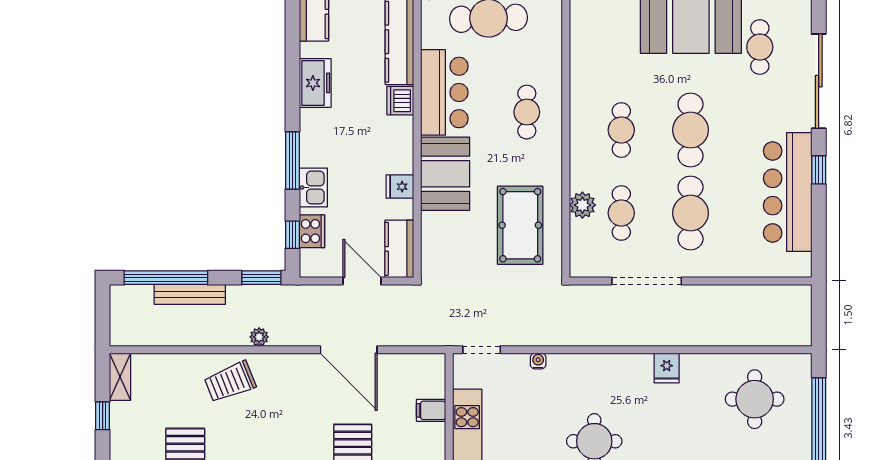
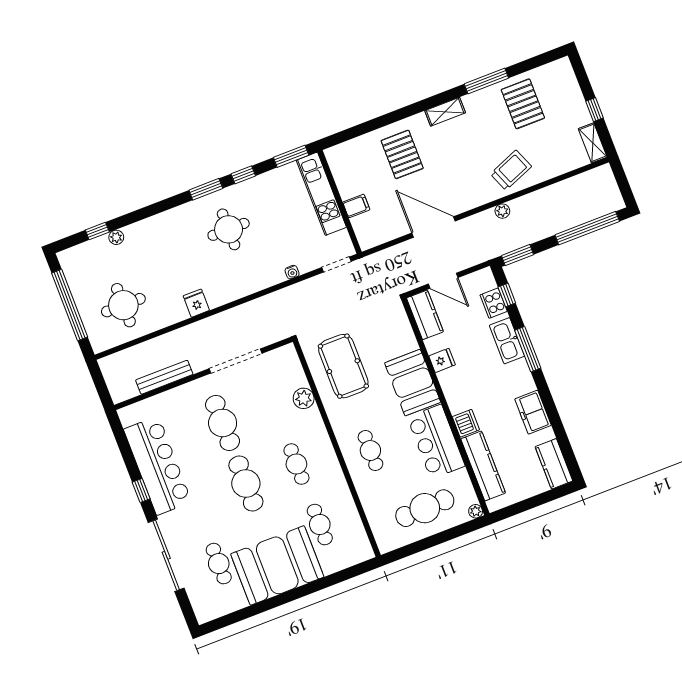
kitchen sink: (313, 187) -> (507, 341), width x1.38
cafe table: (621, 213) -> (320, 525), moved
bench: (190, 294) -> (164, 377), moved

